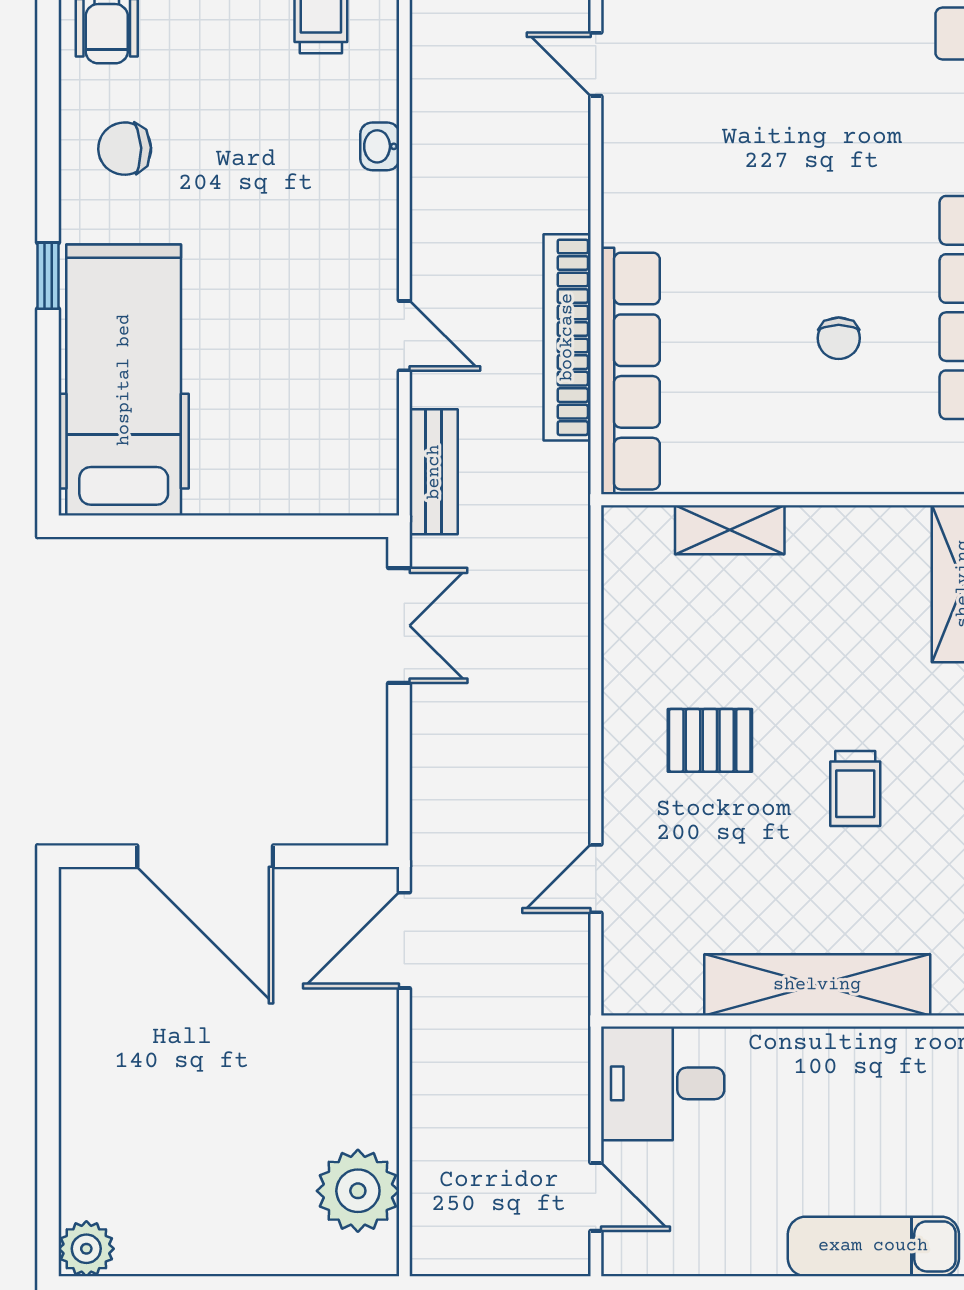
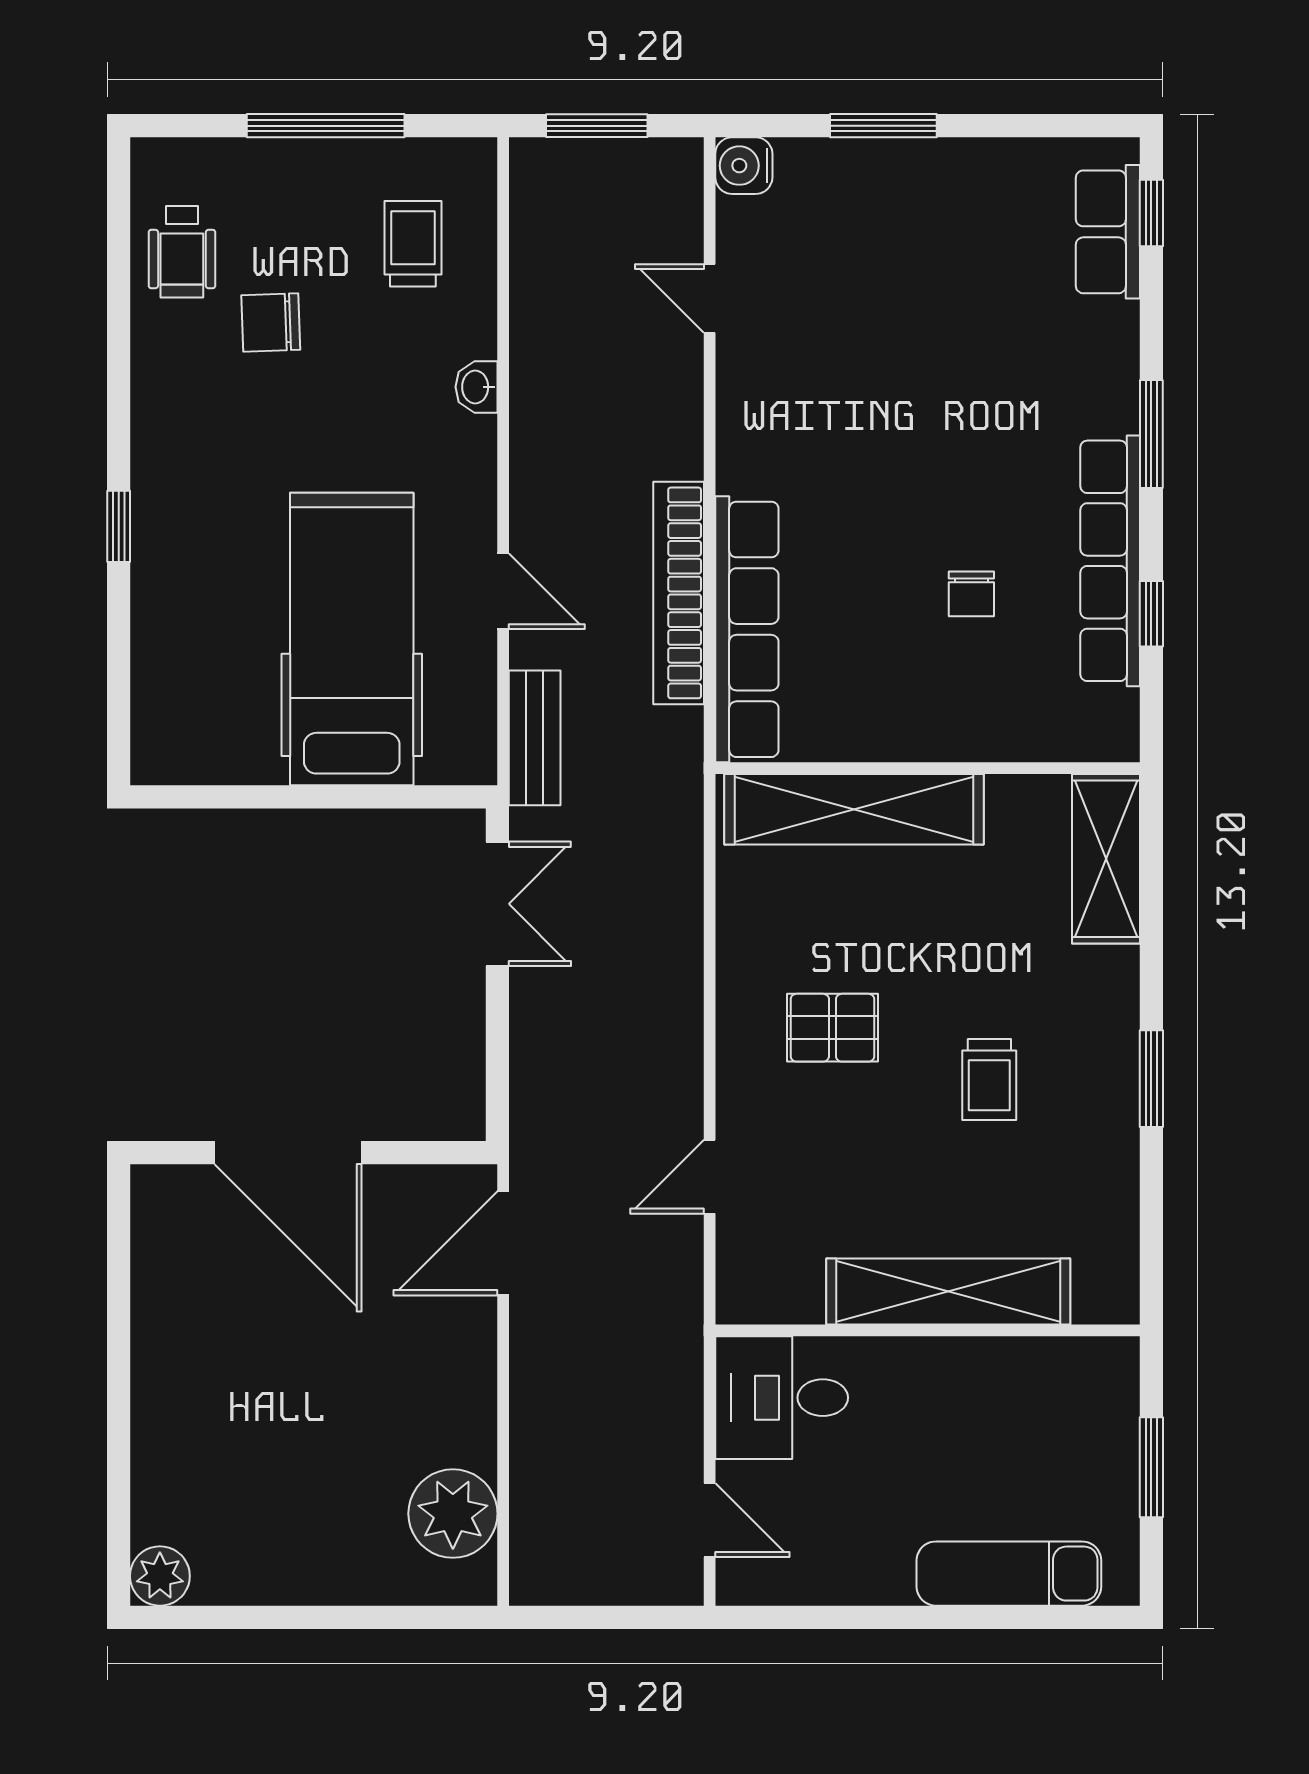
chair: (125, 149) -> (271, 322), moved
hospital bed: (124, 380) -> (352, 639), moved
shelving: (730, 530) -> (854, 809), width x2.20, depth x1.33

